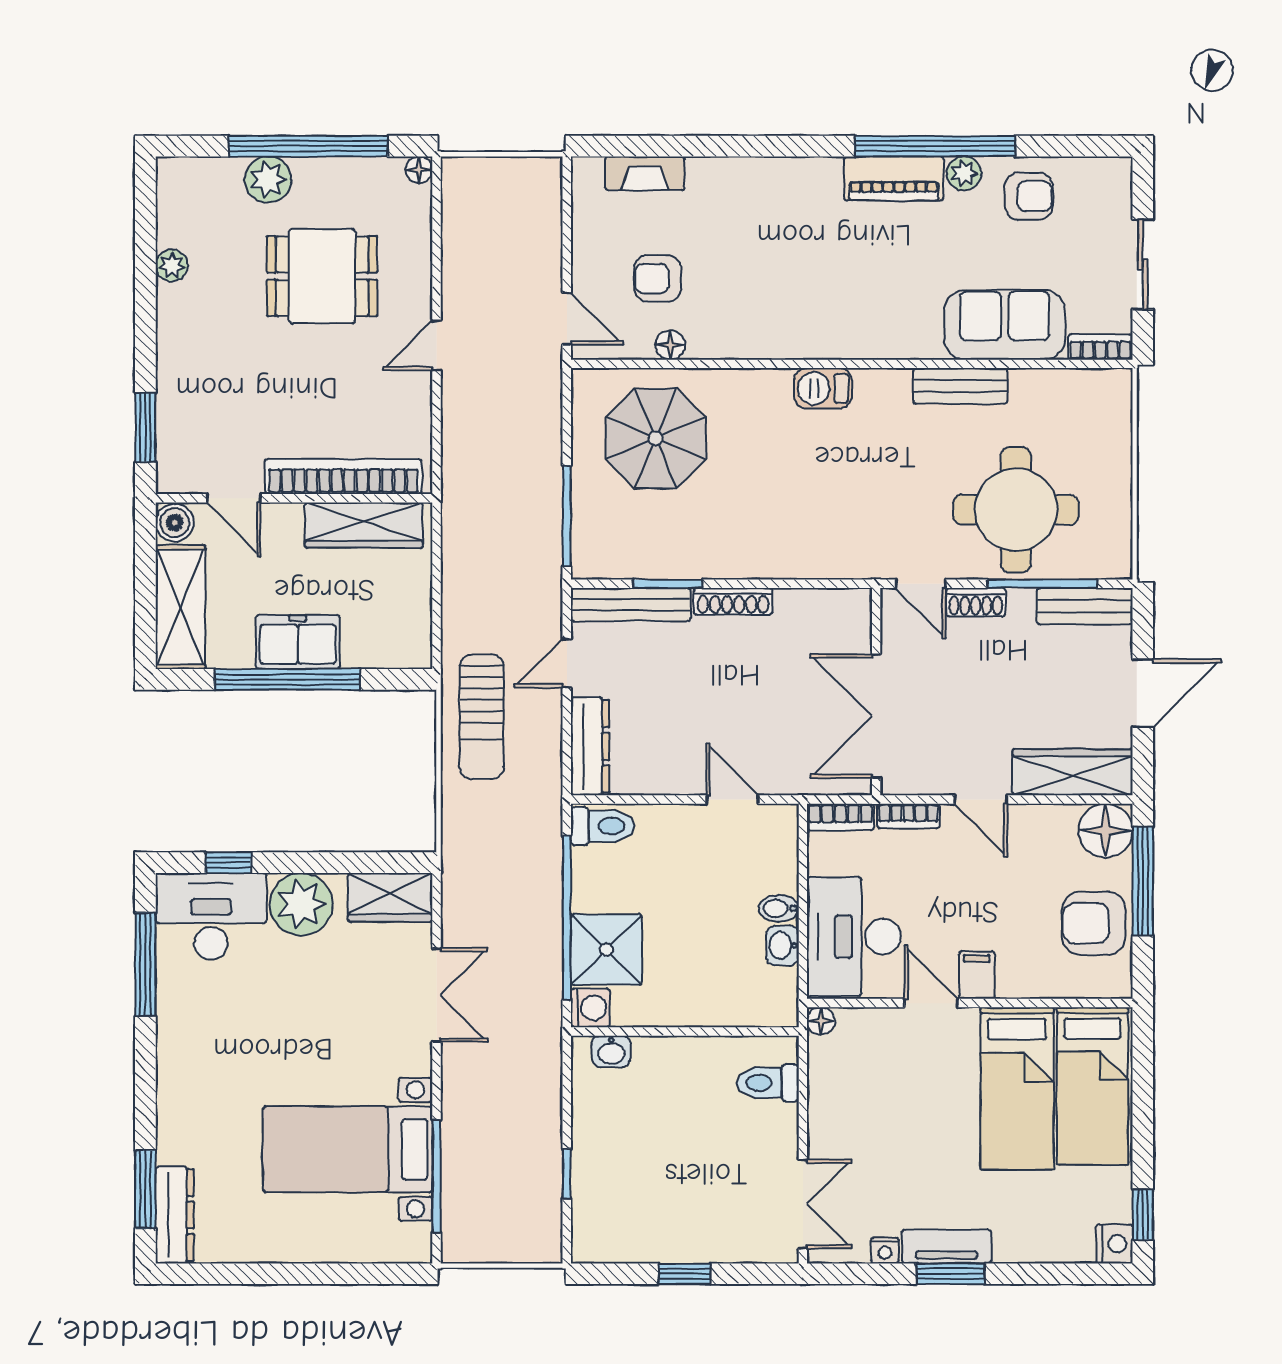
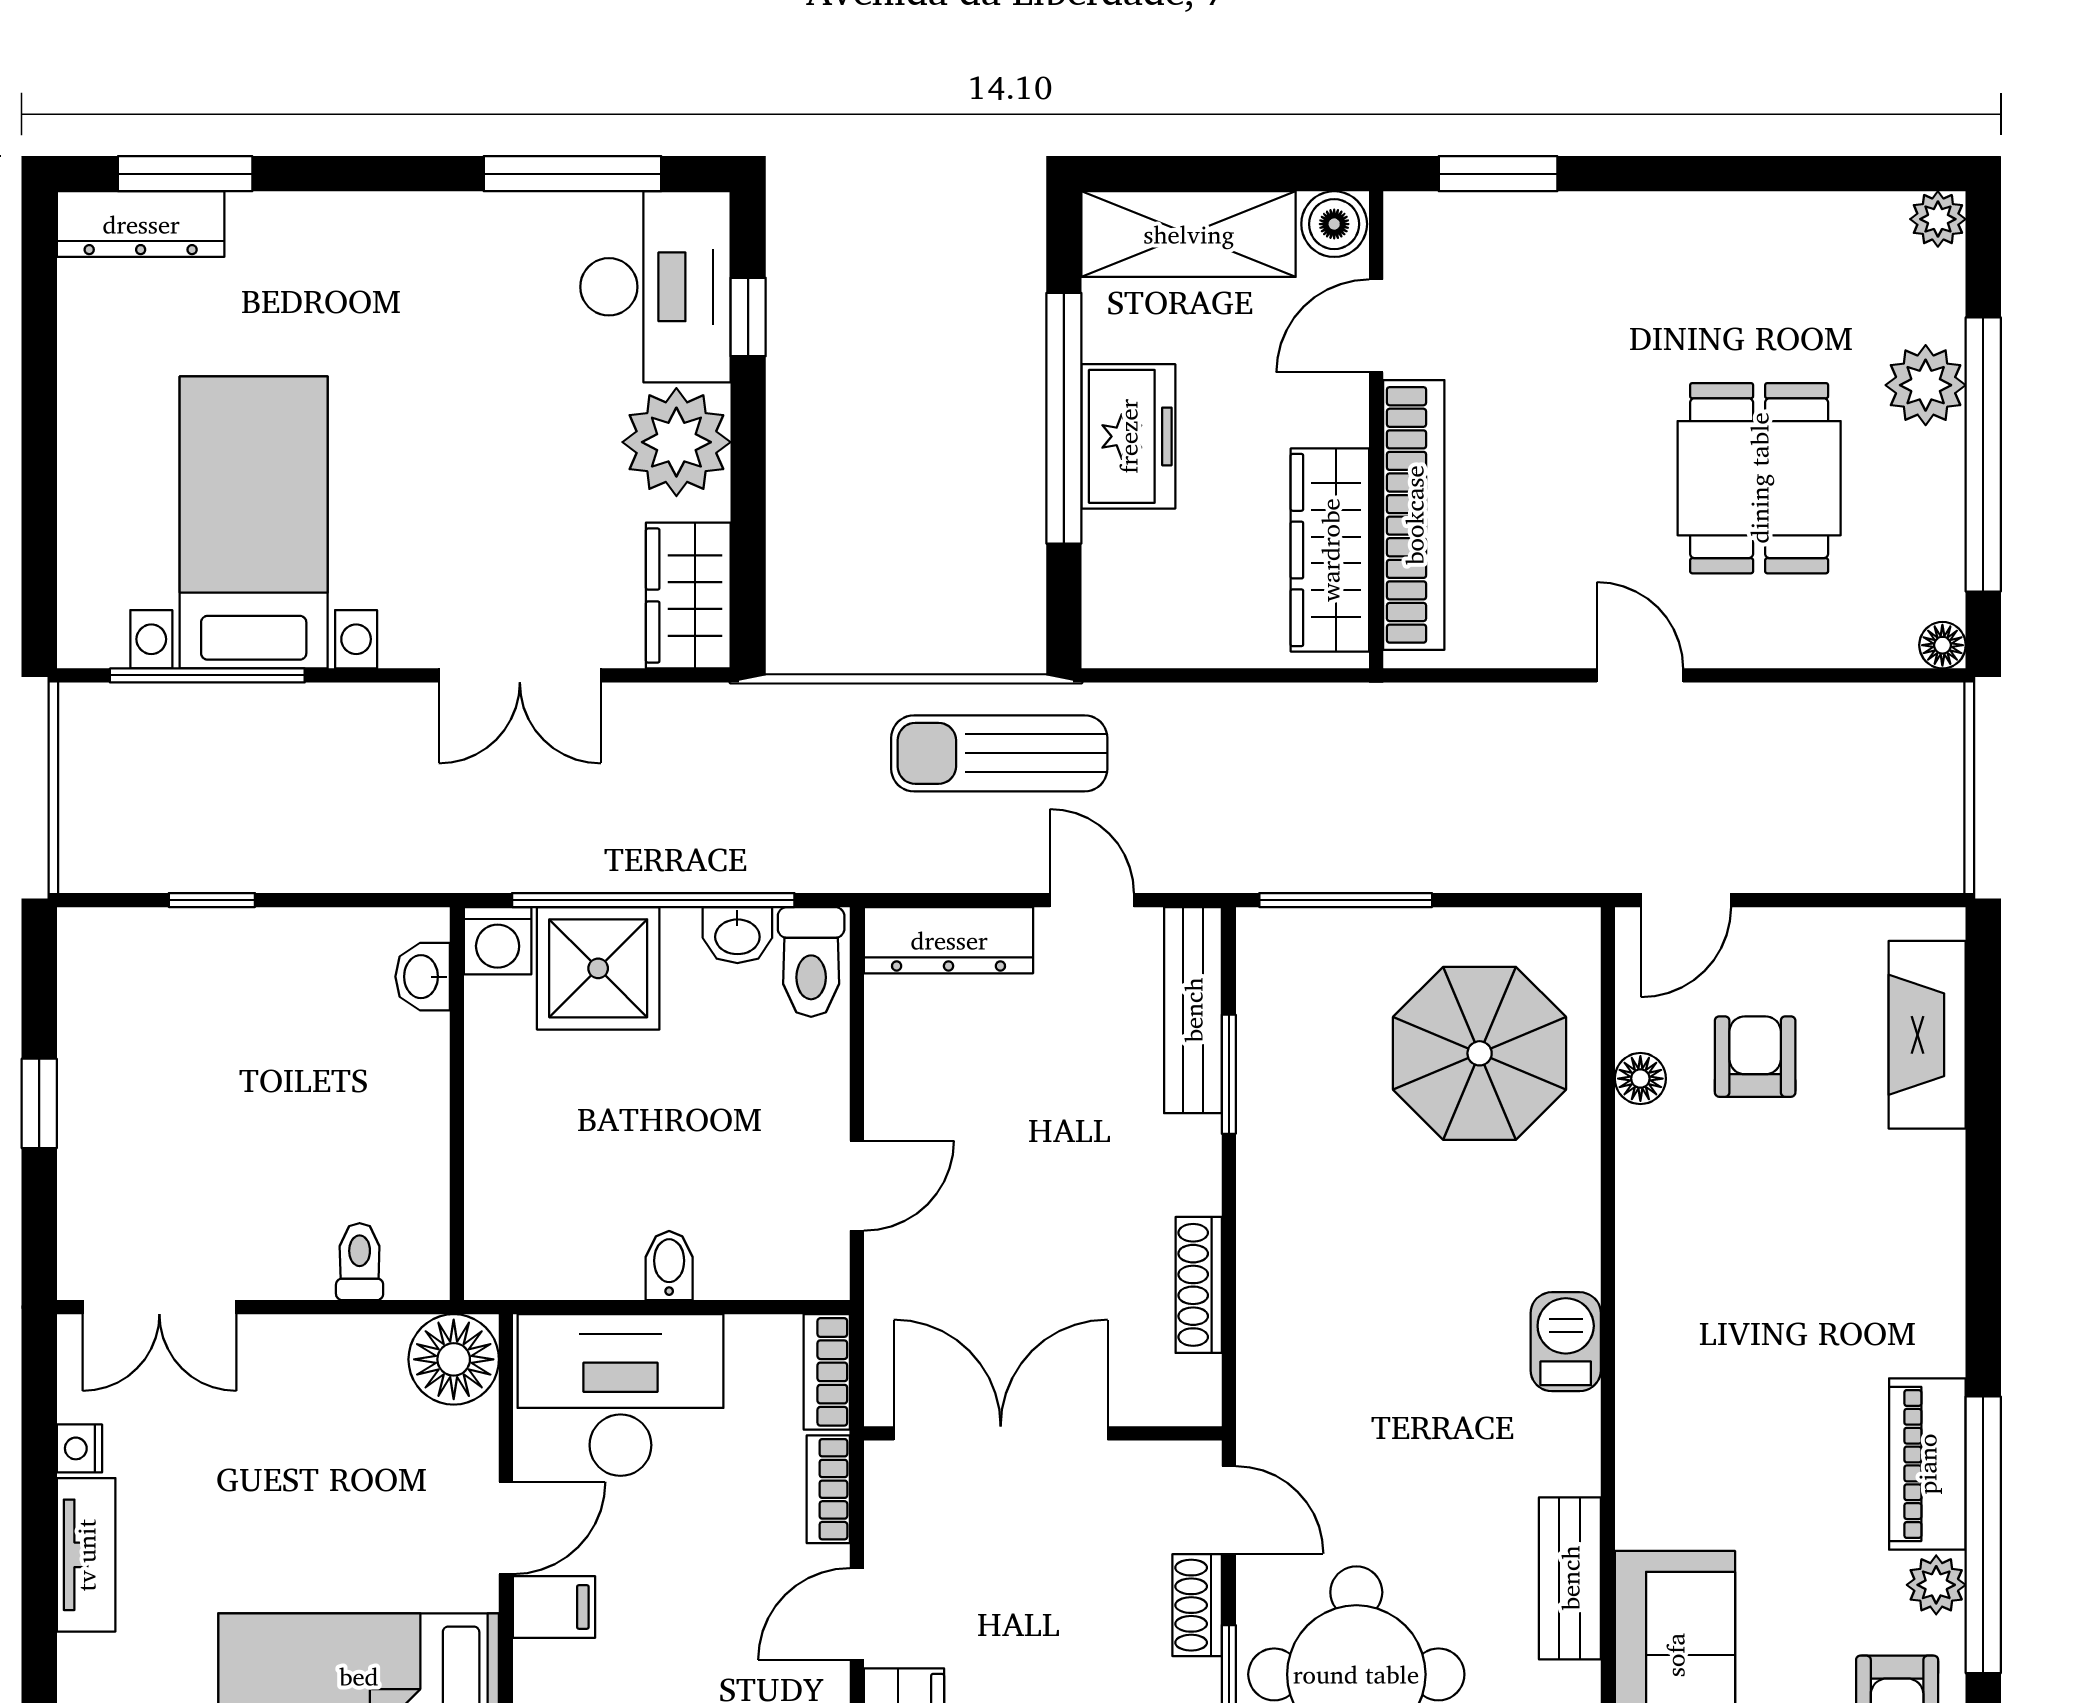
fireplace: (645, 173) -> (1927, 1035), width x1.37, depth x1.32
plant: (172, 265) -> (1938, 219), moved
door: (921, 584) -> (1229, 1510), swing flipped
shoe rack: (733, 601) -> (1199, 1285), moved
washbasin: (783, 945) -> (737, 935), moved, turned 180
floor lamp: (821, 1021) -> (454, 1359), width x1.89, depth x1.89
toilet: (768, 1083) -> (360, 1262), width x0.73, depth x0.72
window: (951, 1274) -> (39, 1562), removed

